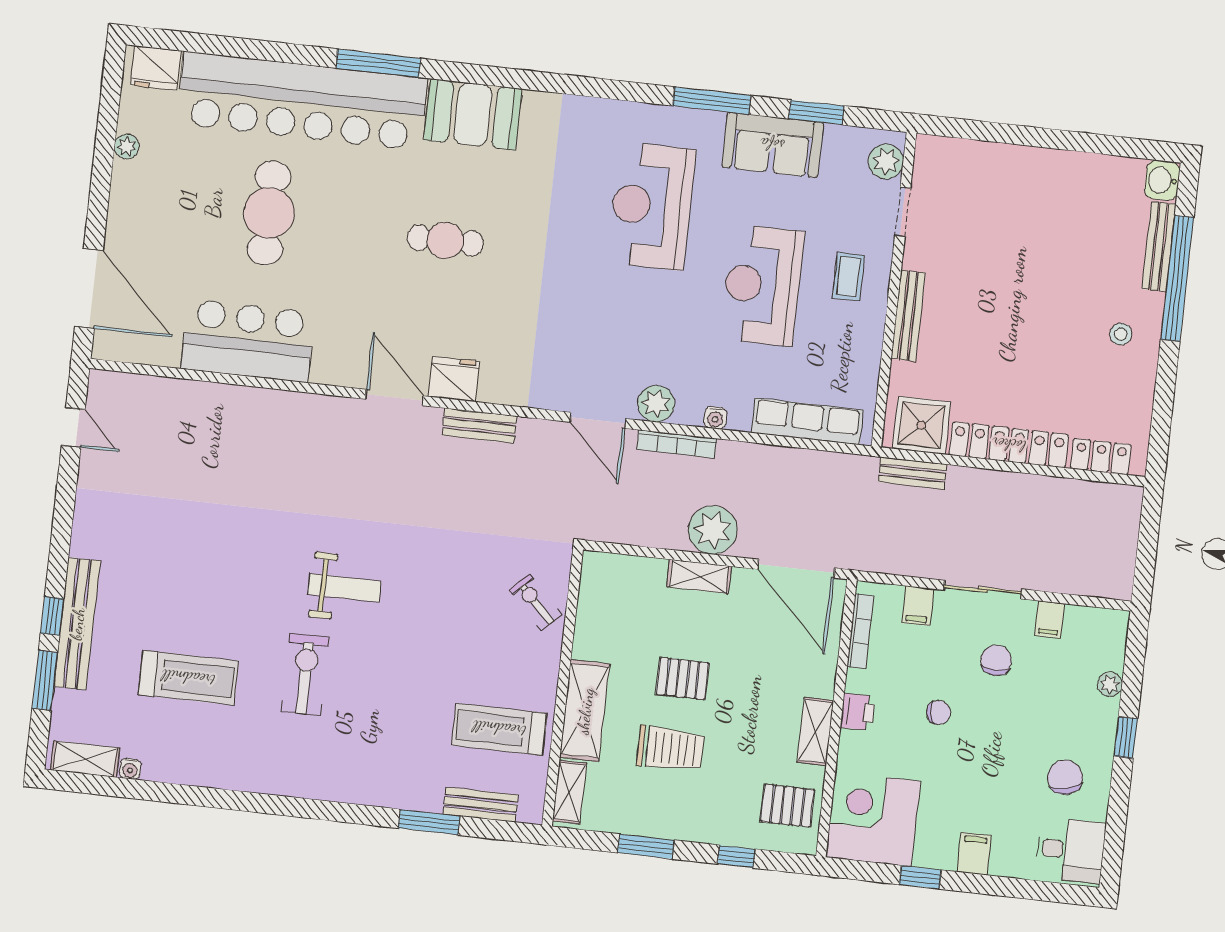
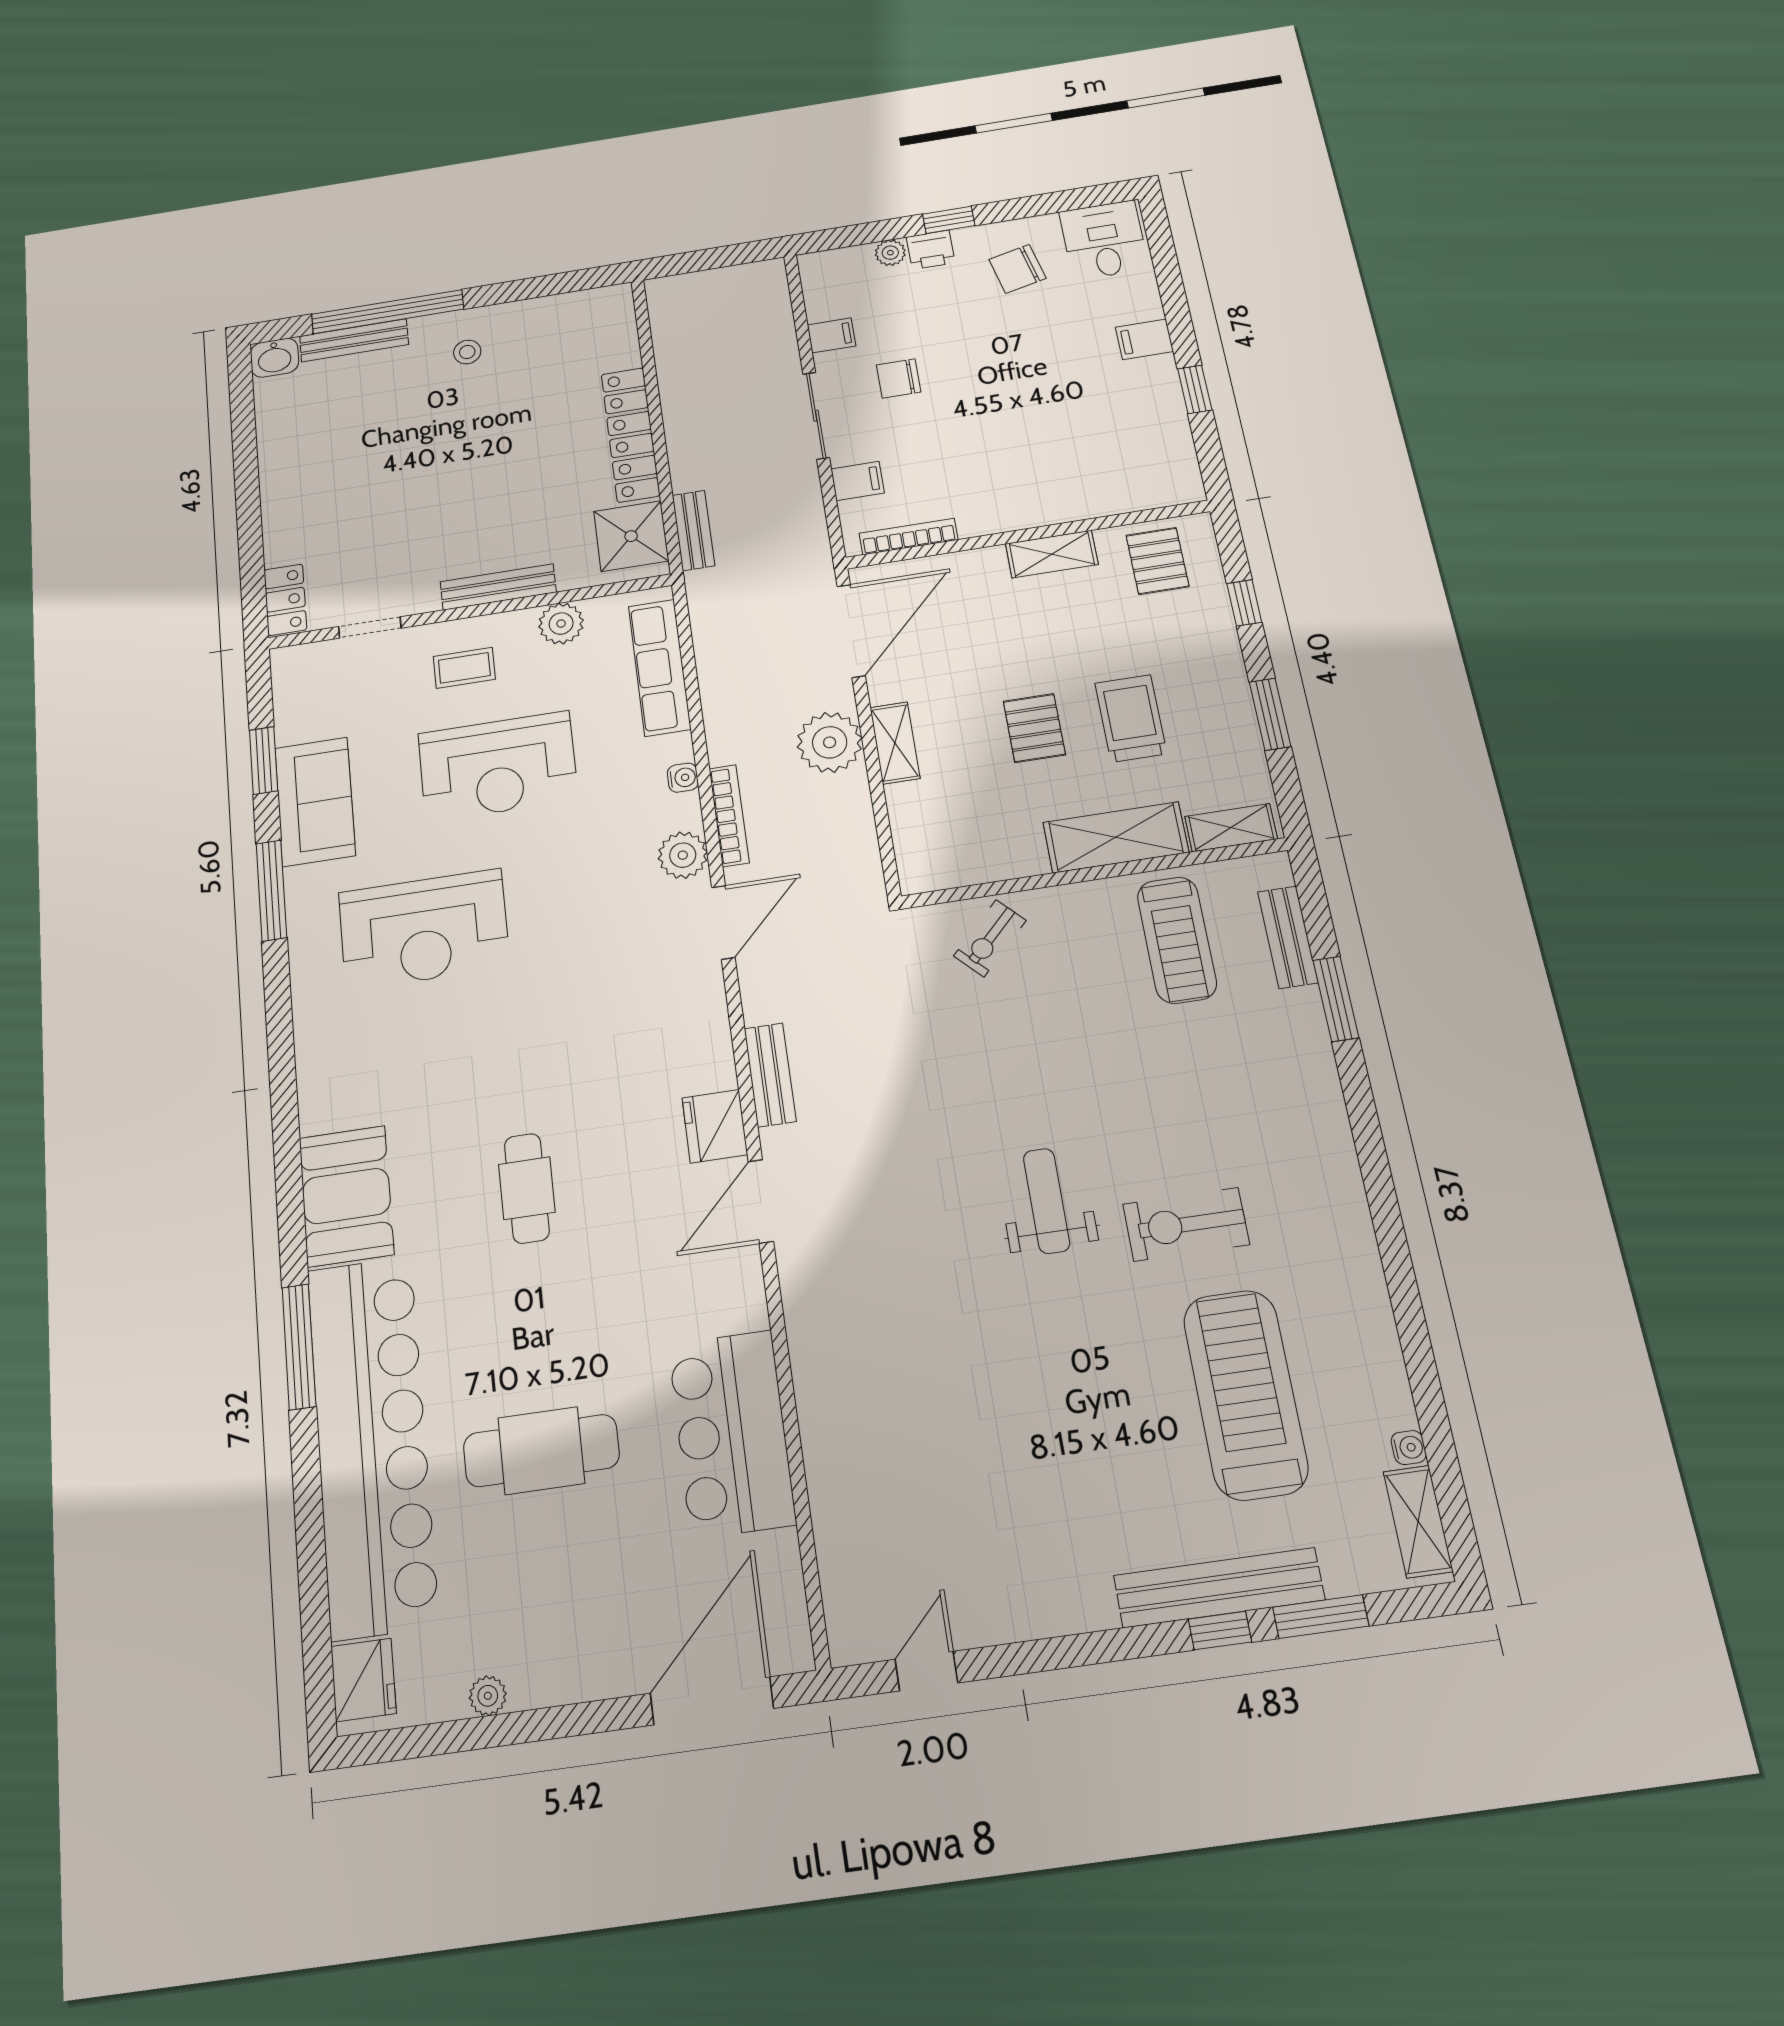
plant: (886, 162) -> (561, 624), moved
locker: (1101, 457) -> (285, 600), moved, turned 180
treadmill: (188, 678) -> (1245, 1394), width x1.37, depth x1.38
printer: (858, 712) -> (931, 250), moved, turned 180
chair: (939, 713) -> (983, 423), removed
corner desk: (873, 819) -> (1141, 460), removed

